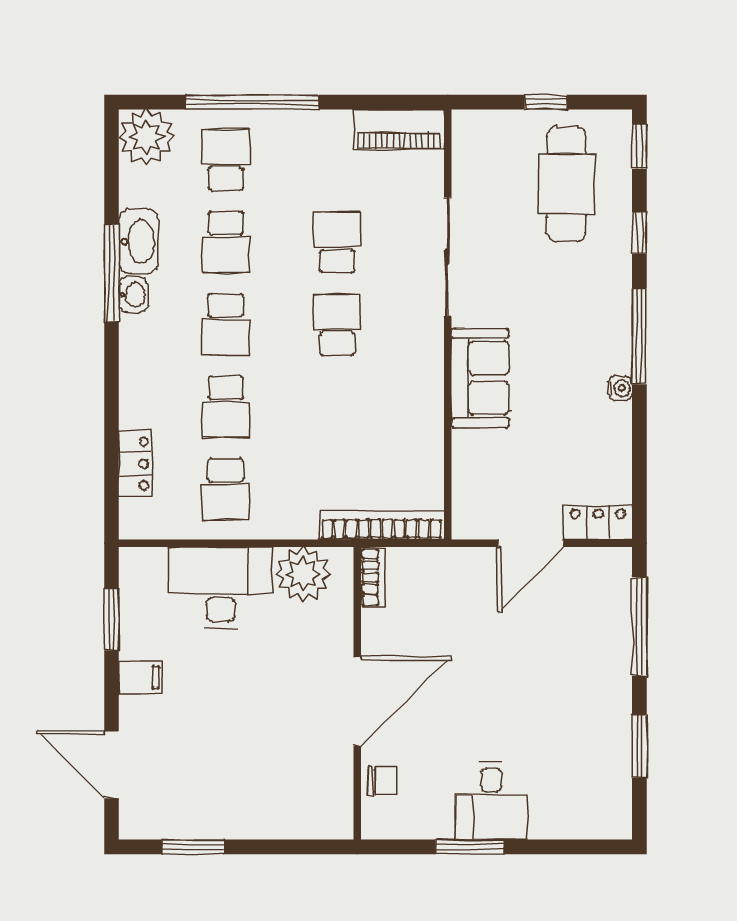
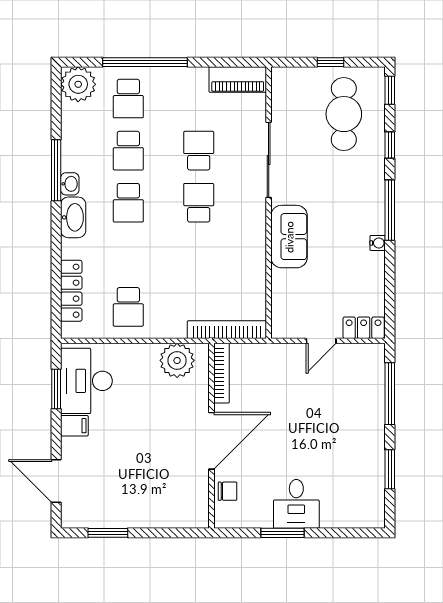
school desk: (226, 160) -> (128, 99), turned 180
washbasin: (139, 242) -> (73, 217), moved
school desk: (226, 407) -> (128, 255), removed
locker: (135, 464) -> (71, 291), width x1.53
door: (531, 543) -> (321, 341), width x0.73
bookcase: (373, 577) -> (221, 373), width x1.56
desk: (221, 588) -> (86, 381), moved, turned -90

